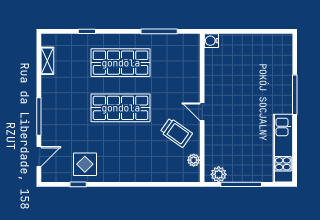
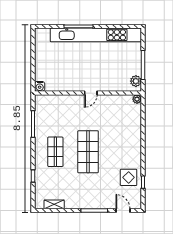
shop shelf: (121, 63) -> (55, 152), width x0.70, depth x0.74
trolley: (176, 133) -> (106, 112), removed
kitchen unit: (283, 148) -> (96, 35), width x1.86
plant: (194, 160) -> (137, 99), moved

